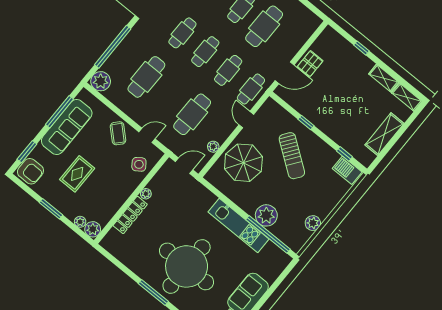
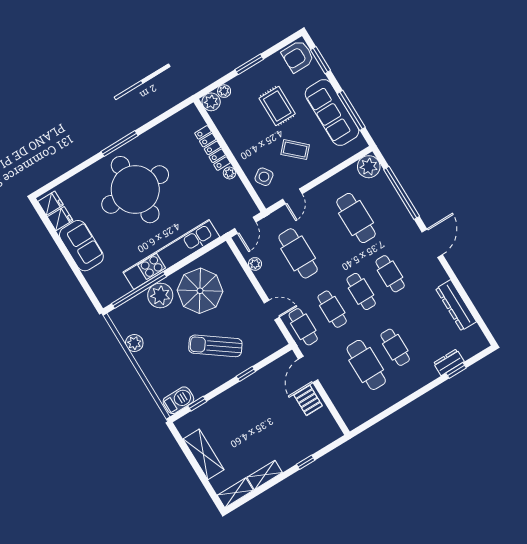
coffee table: (118, 133) -> (295, 150), moved
parasol: (243, 163) -> (200, 291), moved
kitchen unit: (238, 225) -> (171, 254), width x1.36

